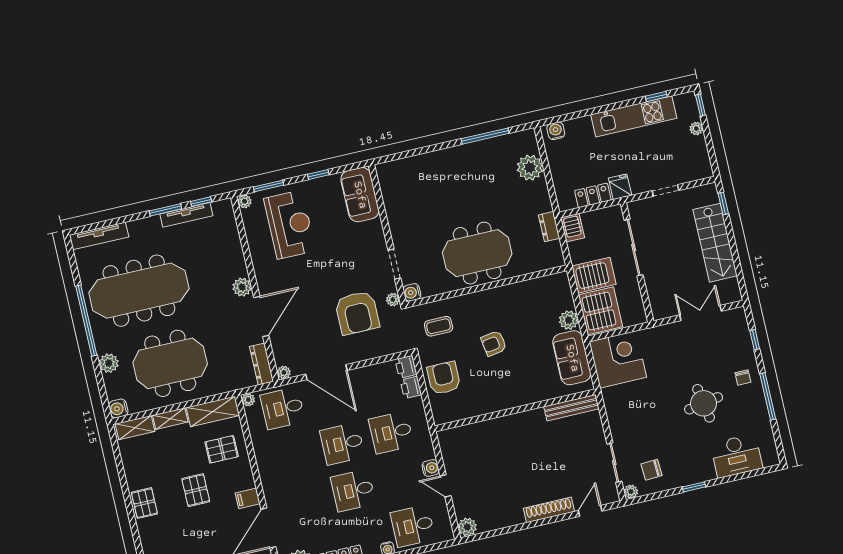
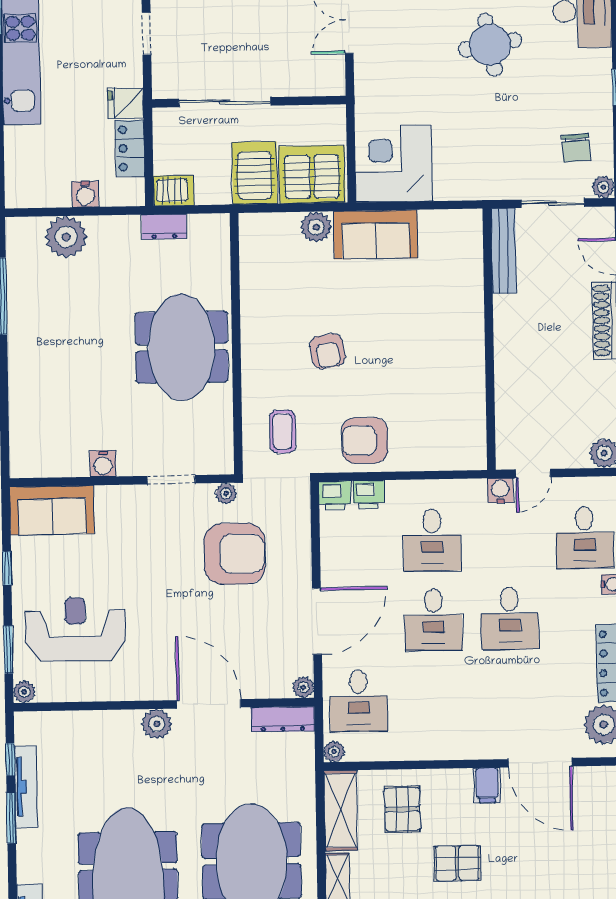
water cooler: (556, 131) -> (85, 194), moved, turned -90
water cooler: (412, 292) -> (103, 464), moved
bench: (571, 408) -> (504, 251), moved
wall: (515, 410) -> (489, 339), moved

